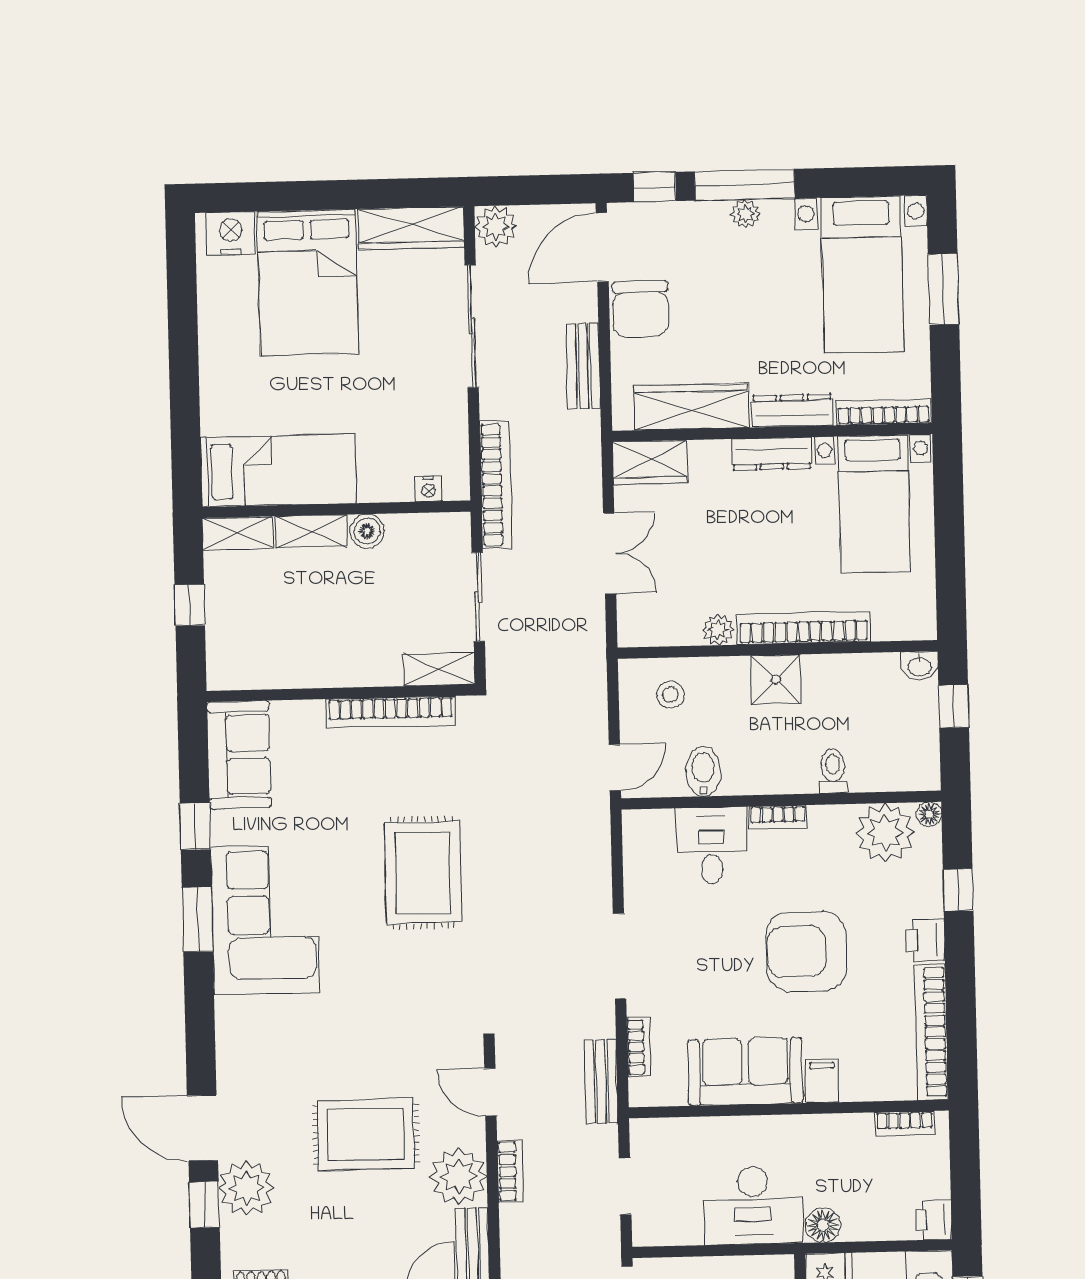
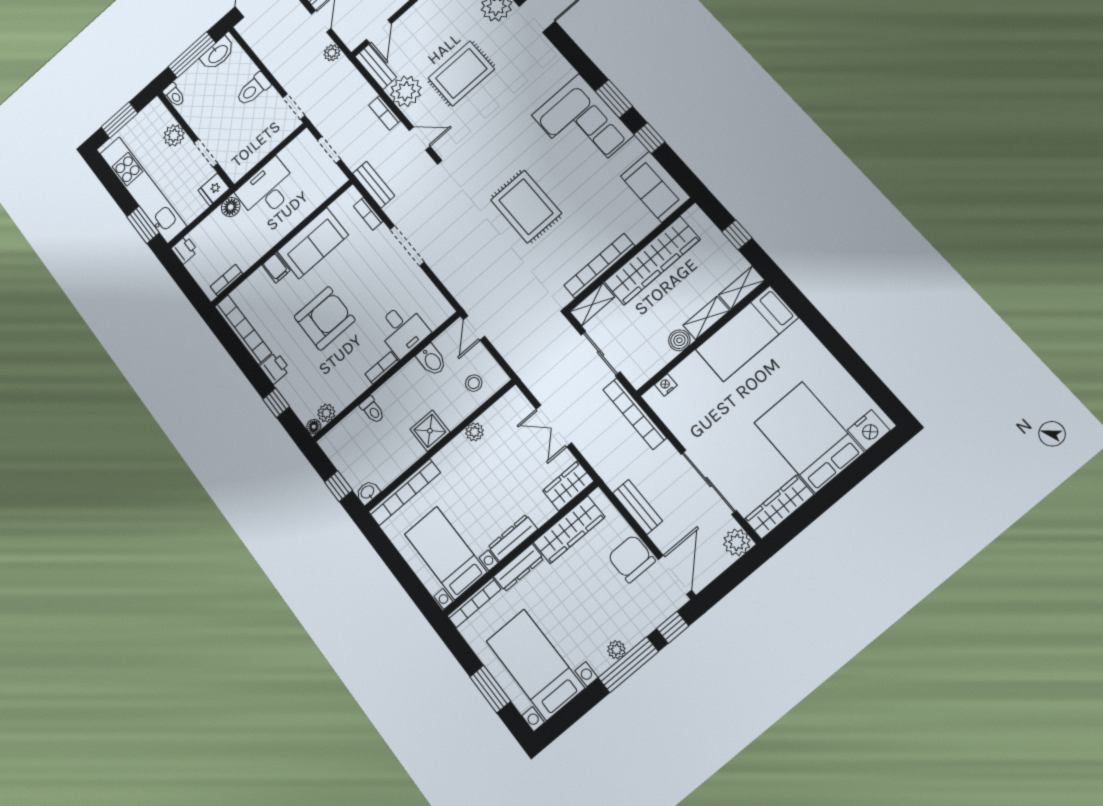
bookcase: (803, 628) -> (404, 492), moved
wardrobe: (320, 662) -> (652, 261), added
plant: (885, 833) -> (326, 413), width x0.53, depth x0.53

